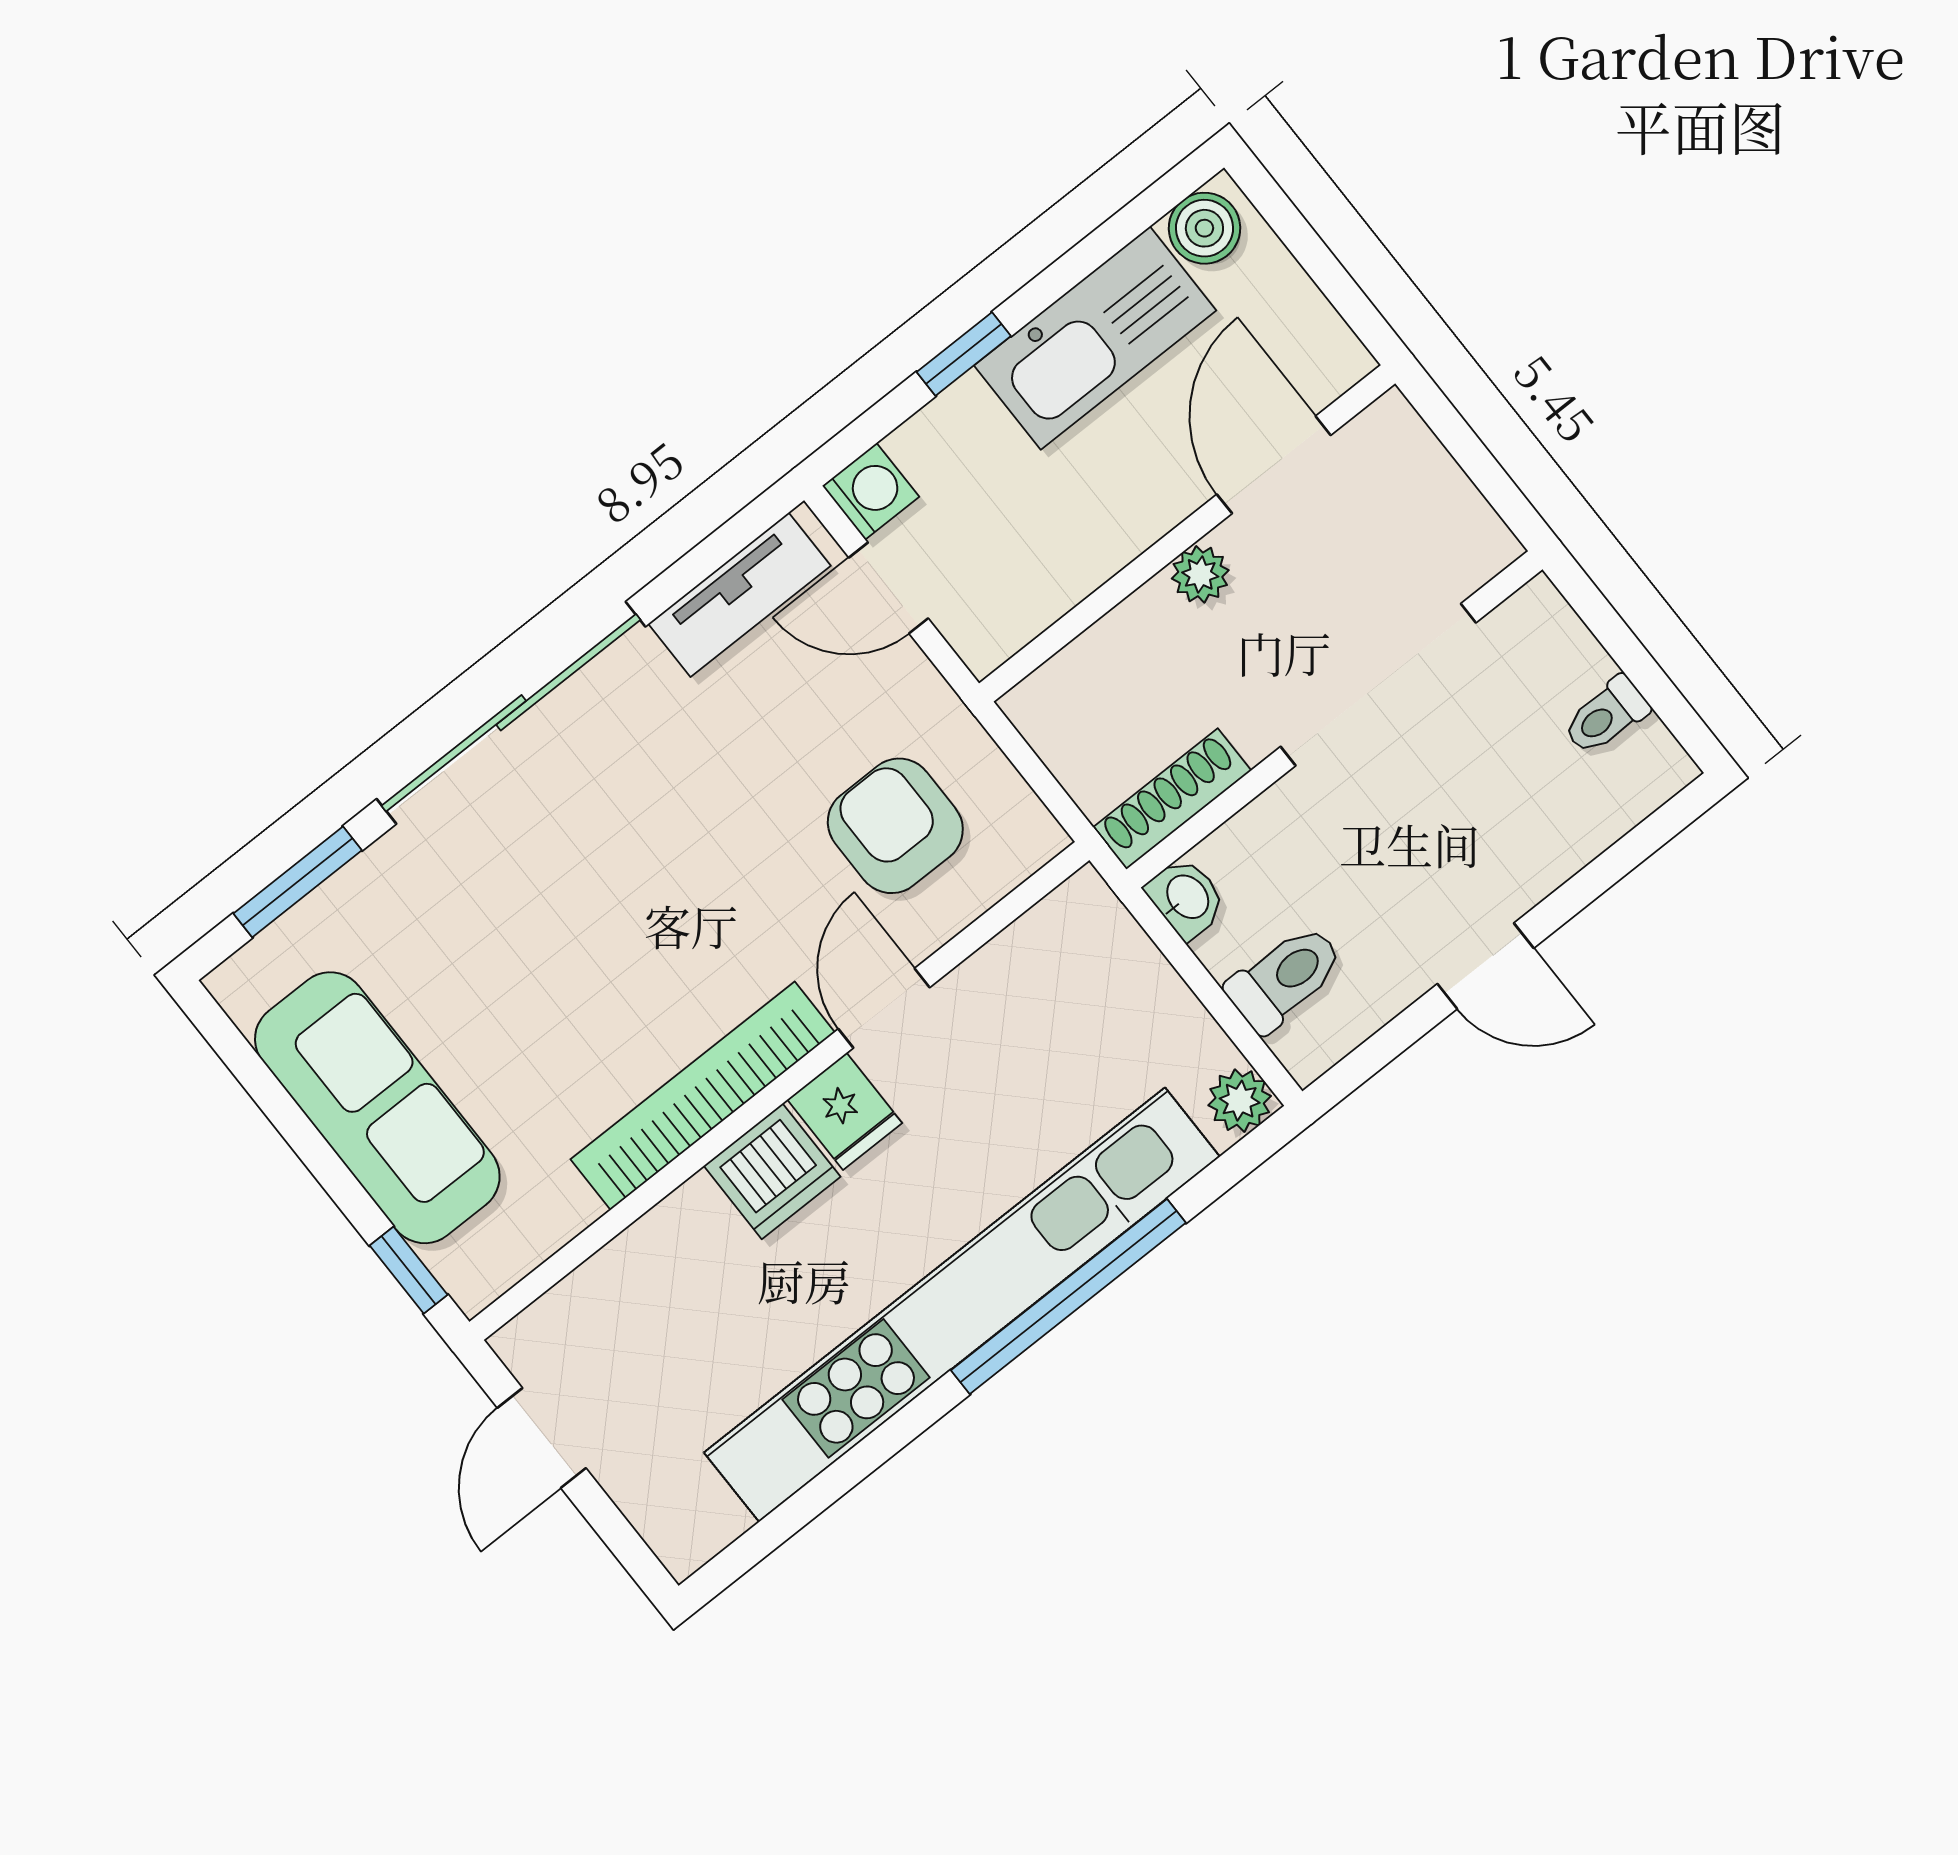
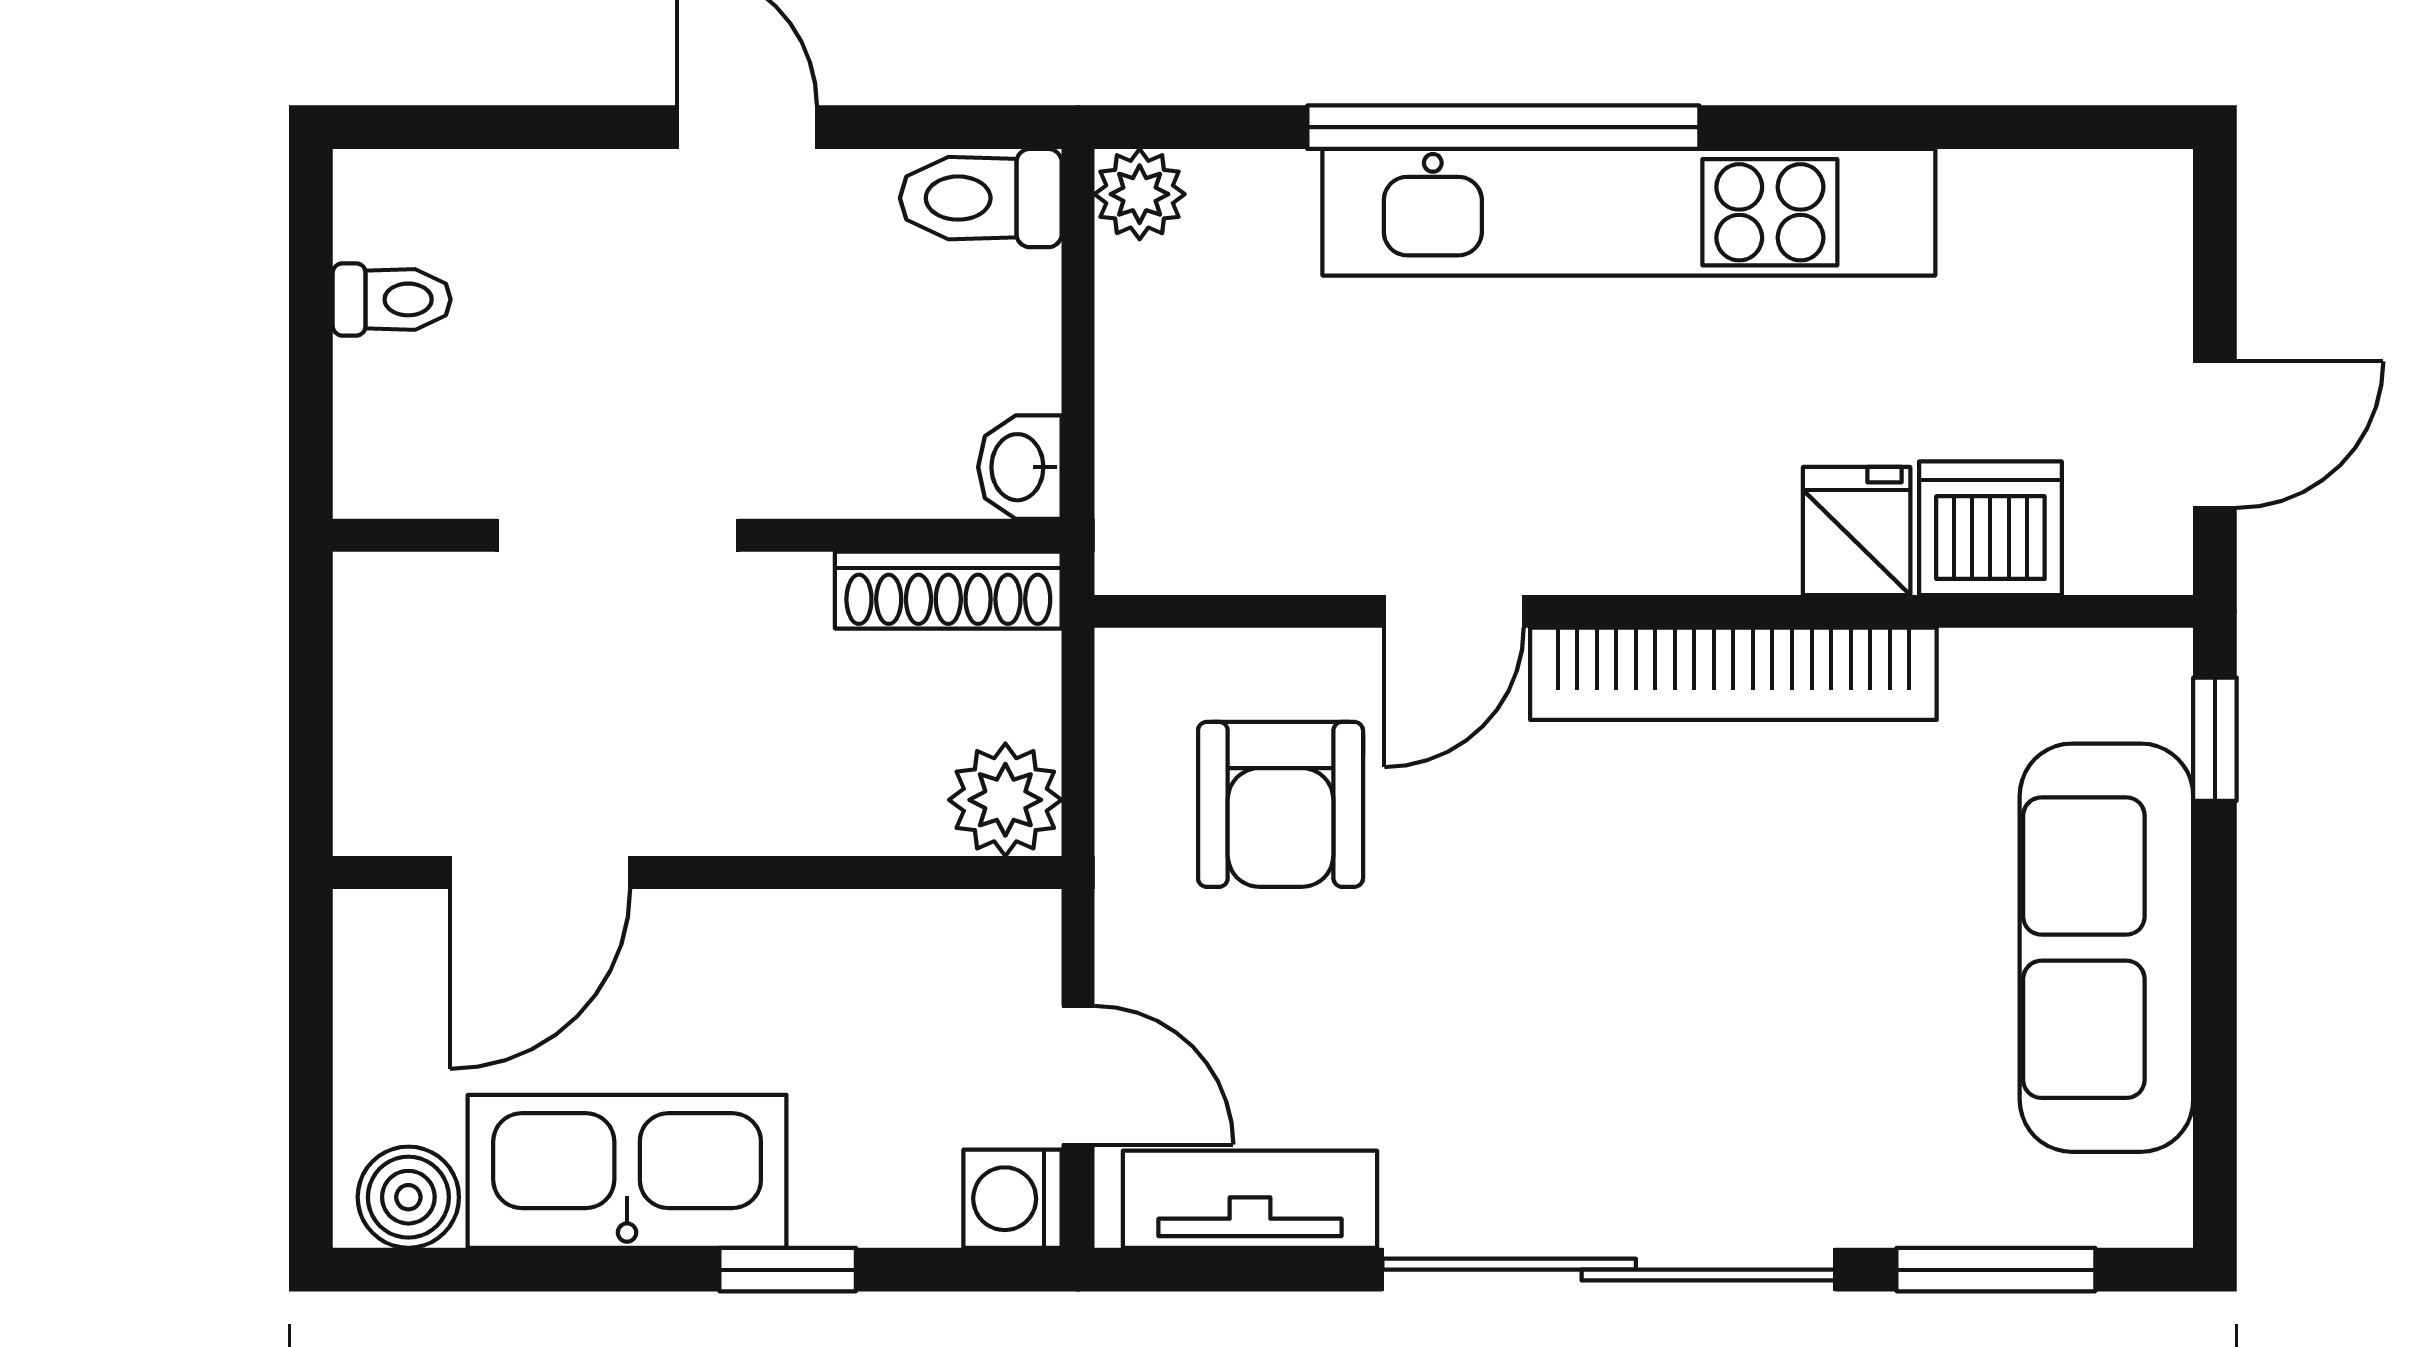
plant: (1200, 574) -> (1005, 800), moved, width x1.38, depth x1.38
doorway: (1378, 685) -> (618, 535), width x0.73
toilet: (1285, 978) -> (981, 198), moved
fridge: (845, 1111) -> (1857, 531), moved
dishwasher: (772, 1171) -> (1990, 528), moved
kitchen unit: (962, 1304) -> (1629, 212), width x0.73

